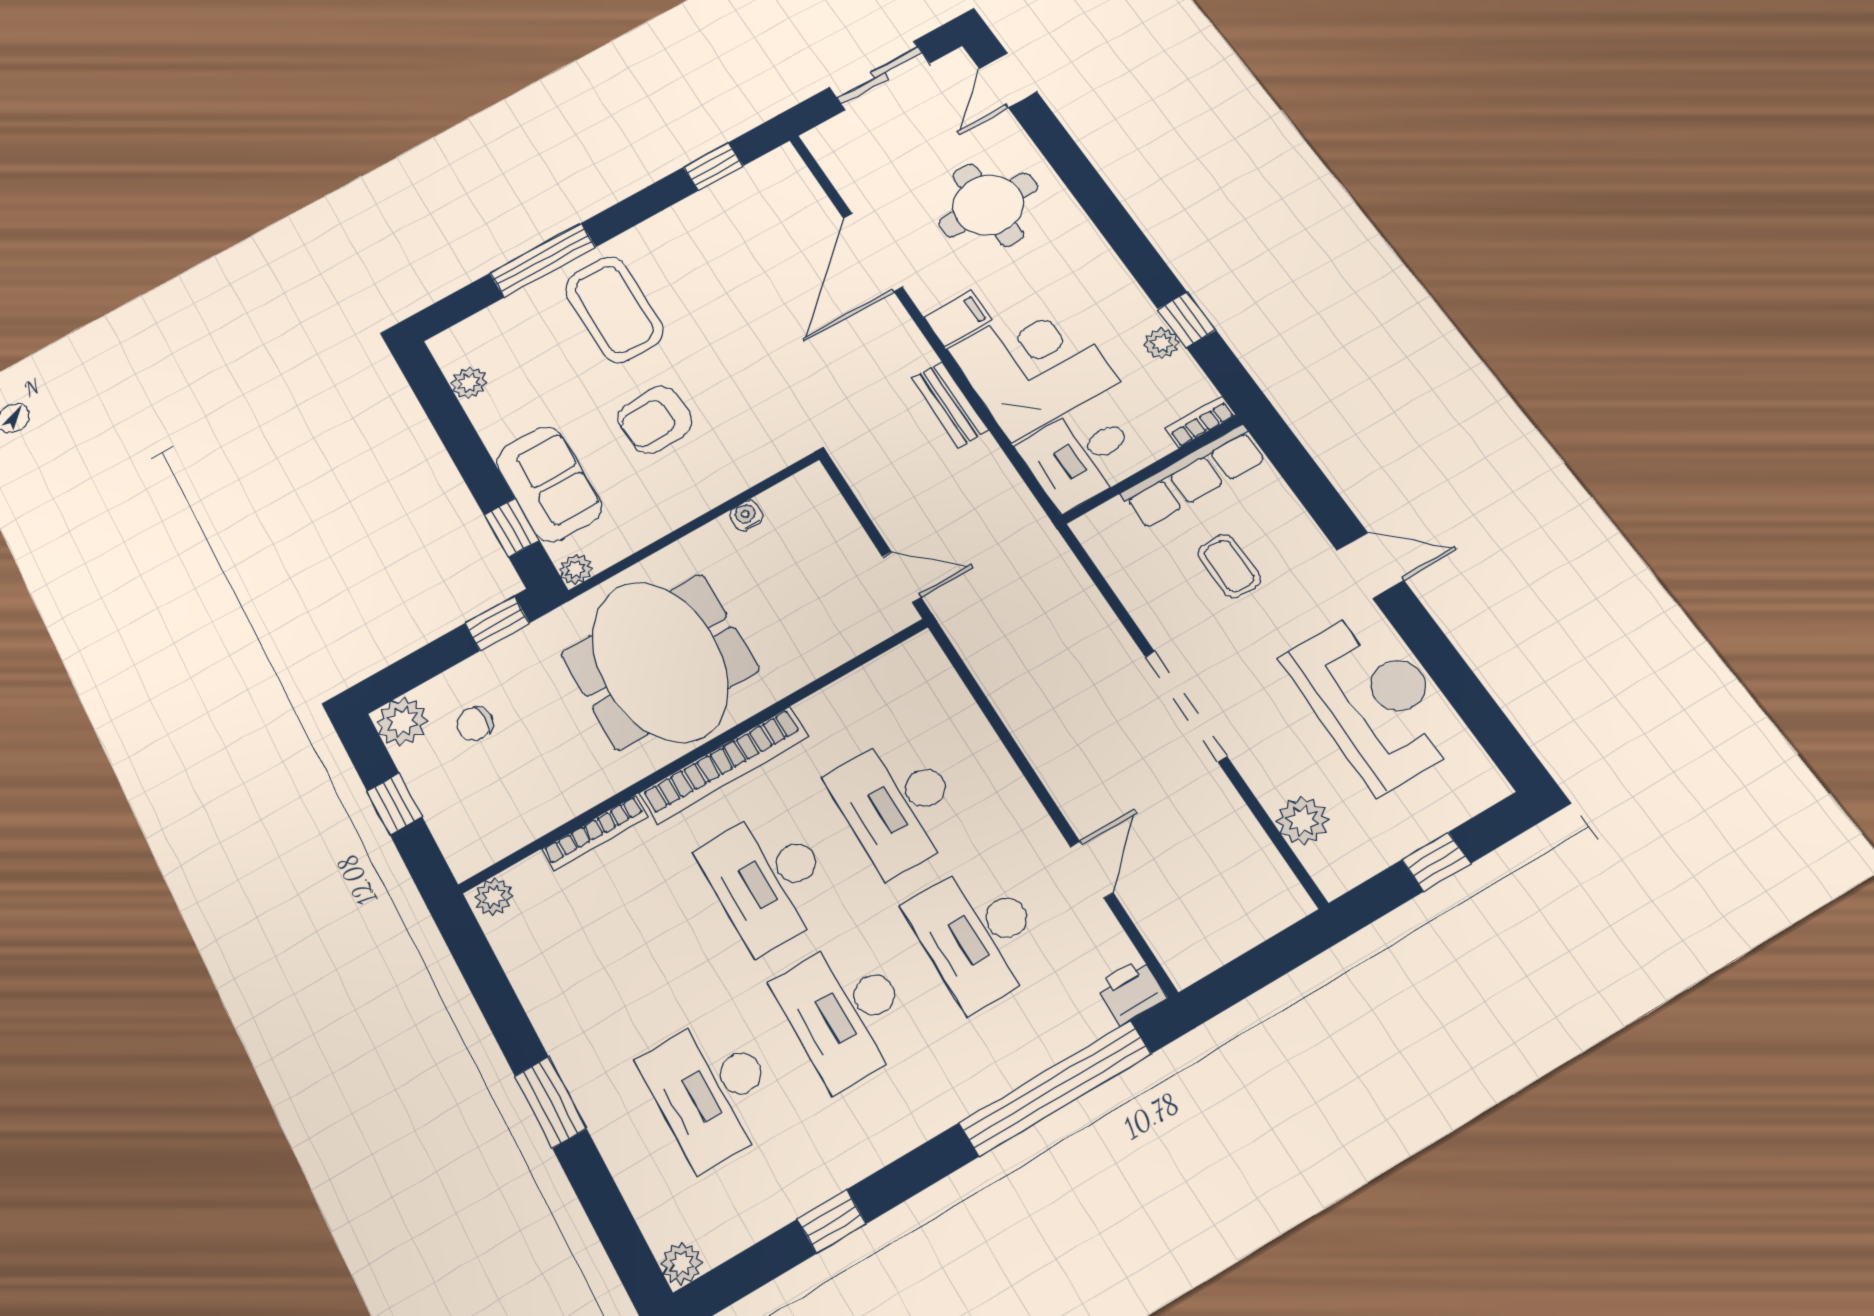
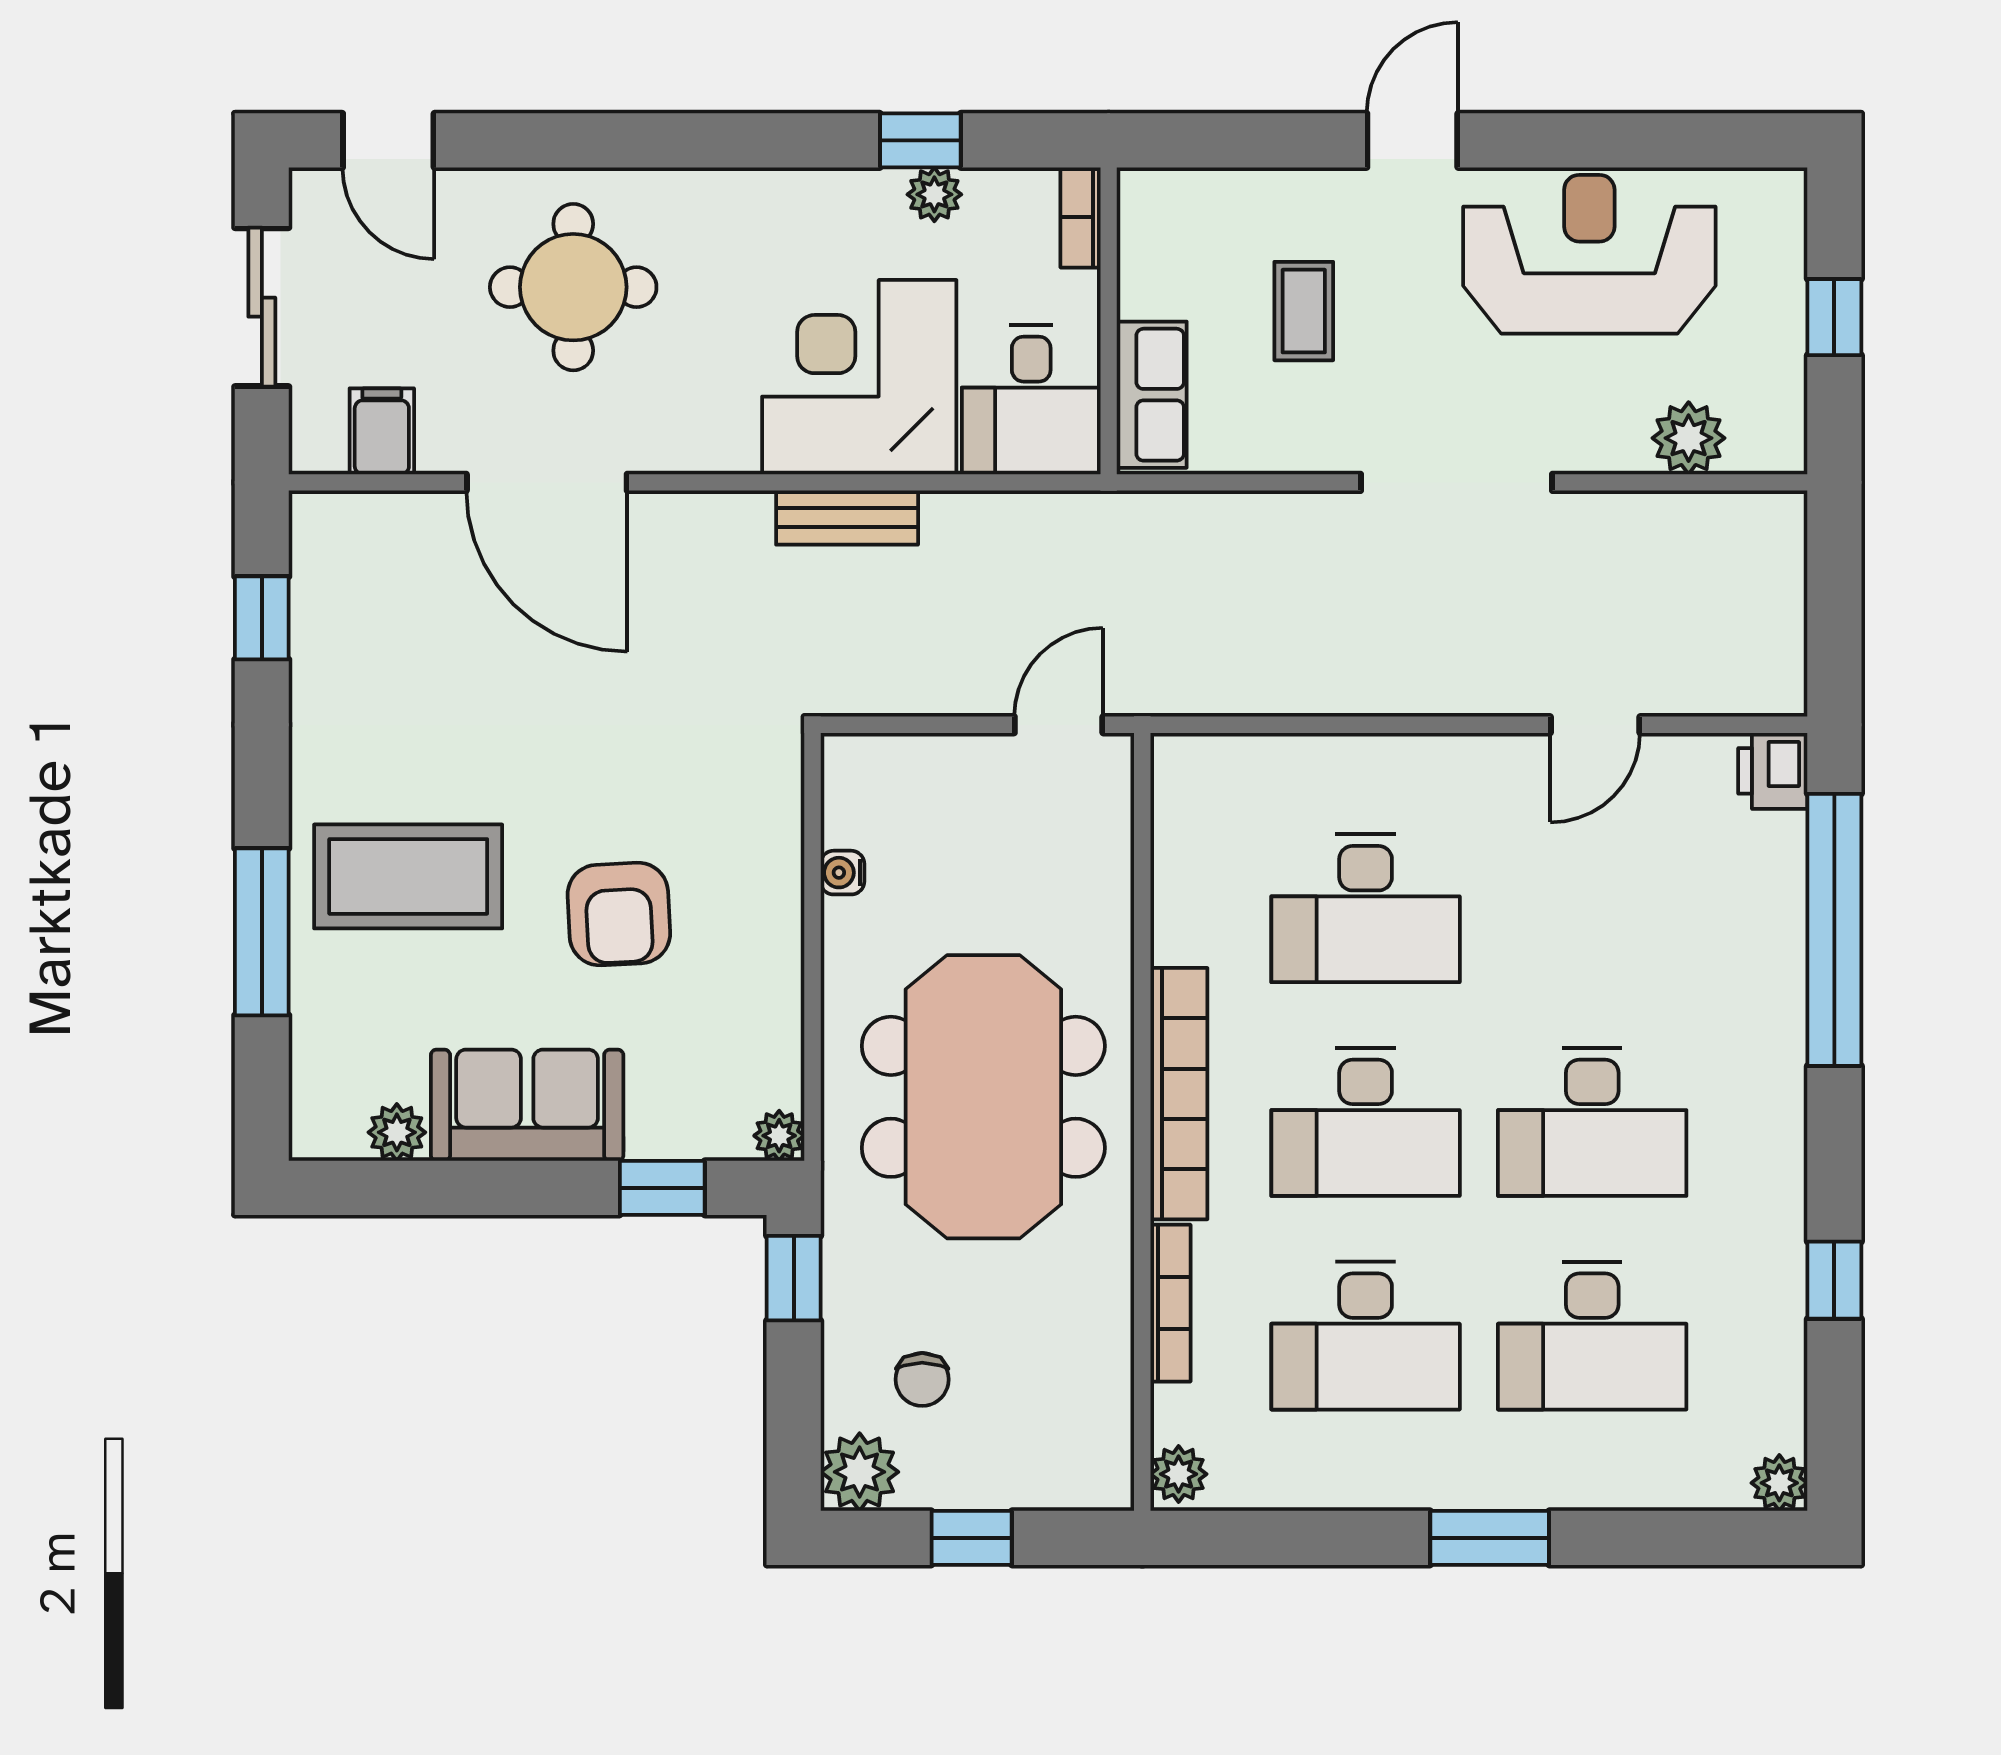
filing cabinet: (958, 319) -> (382, 431), moved
row of seats: (1193, 476) -> (1152, 395), moved, width x0.68
sofa: (549, 484) -> (527, 1105), moved
coffee table: (1229, 566) -> (1304, 311), turned 90
meeting table: (660, 661) -> (983, 1097), turned 90
door: (1092, 870) -> (1595, 725), swing flipped
desk: (978, 934) -> (1366, 1336), moved

